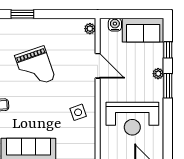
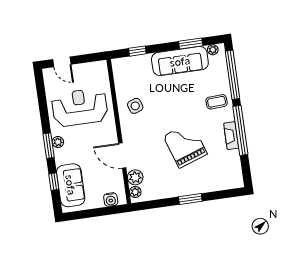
window: (22, 14) -> (190, 199), moved
sofa: (143, 30) -> (71, 185), moved, turned 90
plant: (88, 43) -> (135, 177), added
plant: (158, 74) -> (58, 142), moved

